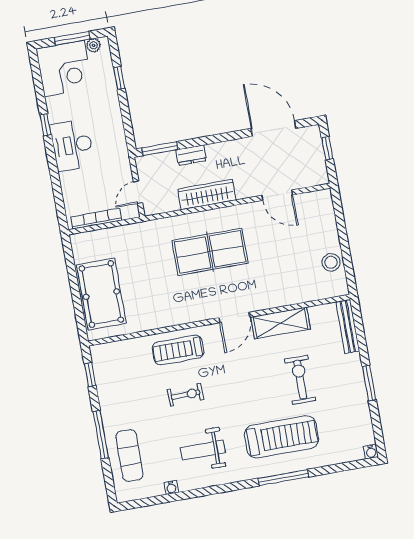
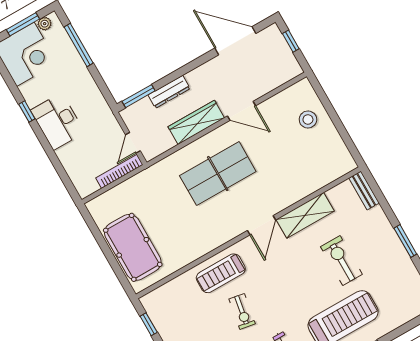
window: (119, 78) -> (79, 45), width x2.17
dresser: (191, 155) -> (169, 92), width x1.44
door: (277, 195) -> (242, 111), moved
bookcase: (96, 219) -> (119, 171), moved
stool: (331, 262) -> (308, 119), moved
bench: (348, 326) -> (364, 190), width x0.73
exercise bike: (186, 395) -> (242, 311), turned 101

